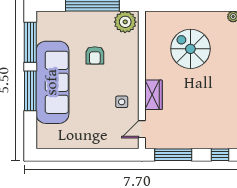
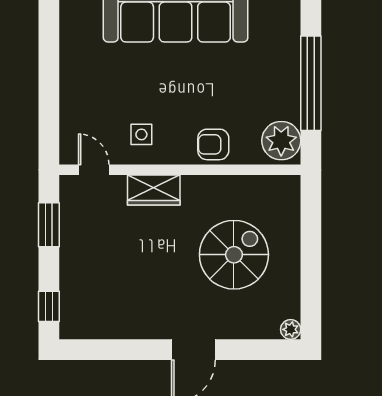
armchair: (95, 55) -> (213, 144), moved
window: (173, 155) -> (49, 225), width x0.69

